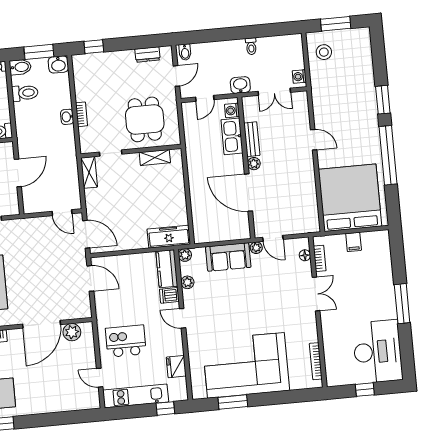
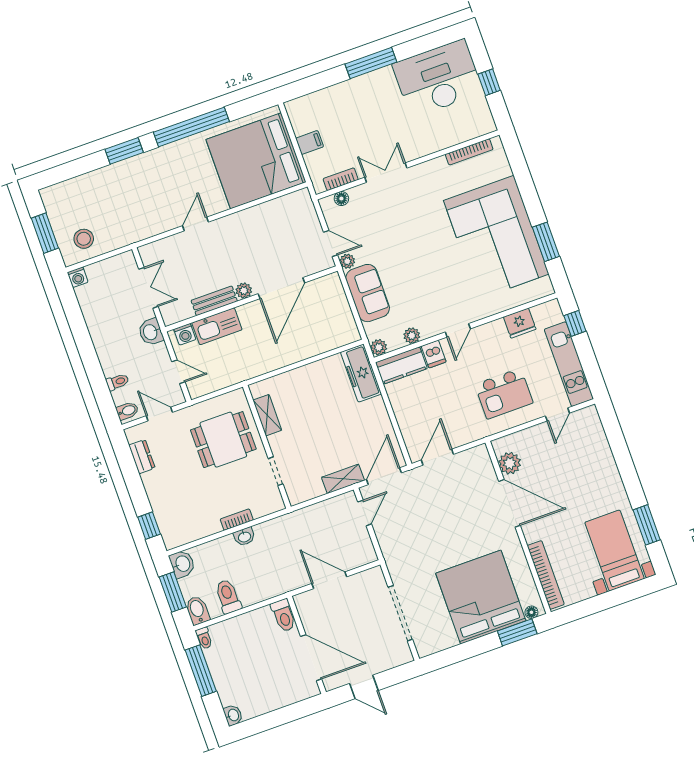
toilet: (251, 46) -> (117, 382), moved
washing machine: (299, 76) -> (78, 277), moved
shelving: (89, 172) -> (343, 479), moved
door: (273, 238) -> (331, 244), hinge flipped
kitchen island: (126, 341) -> (504, 394), turned -90

